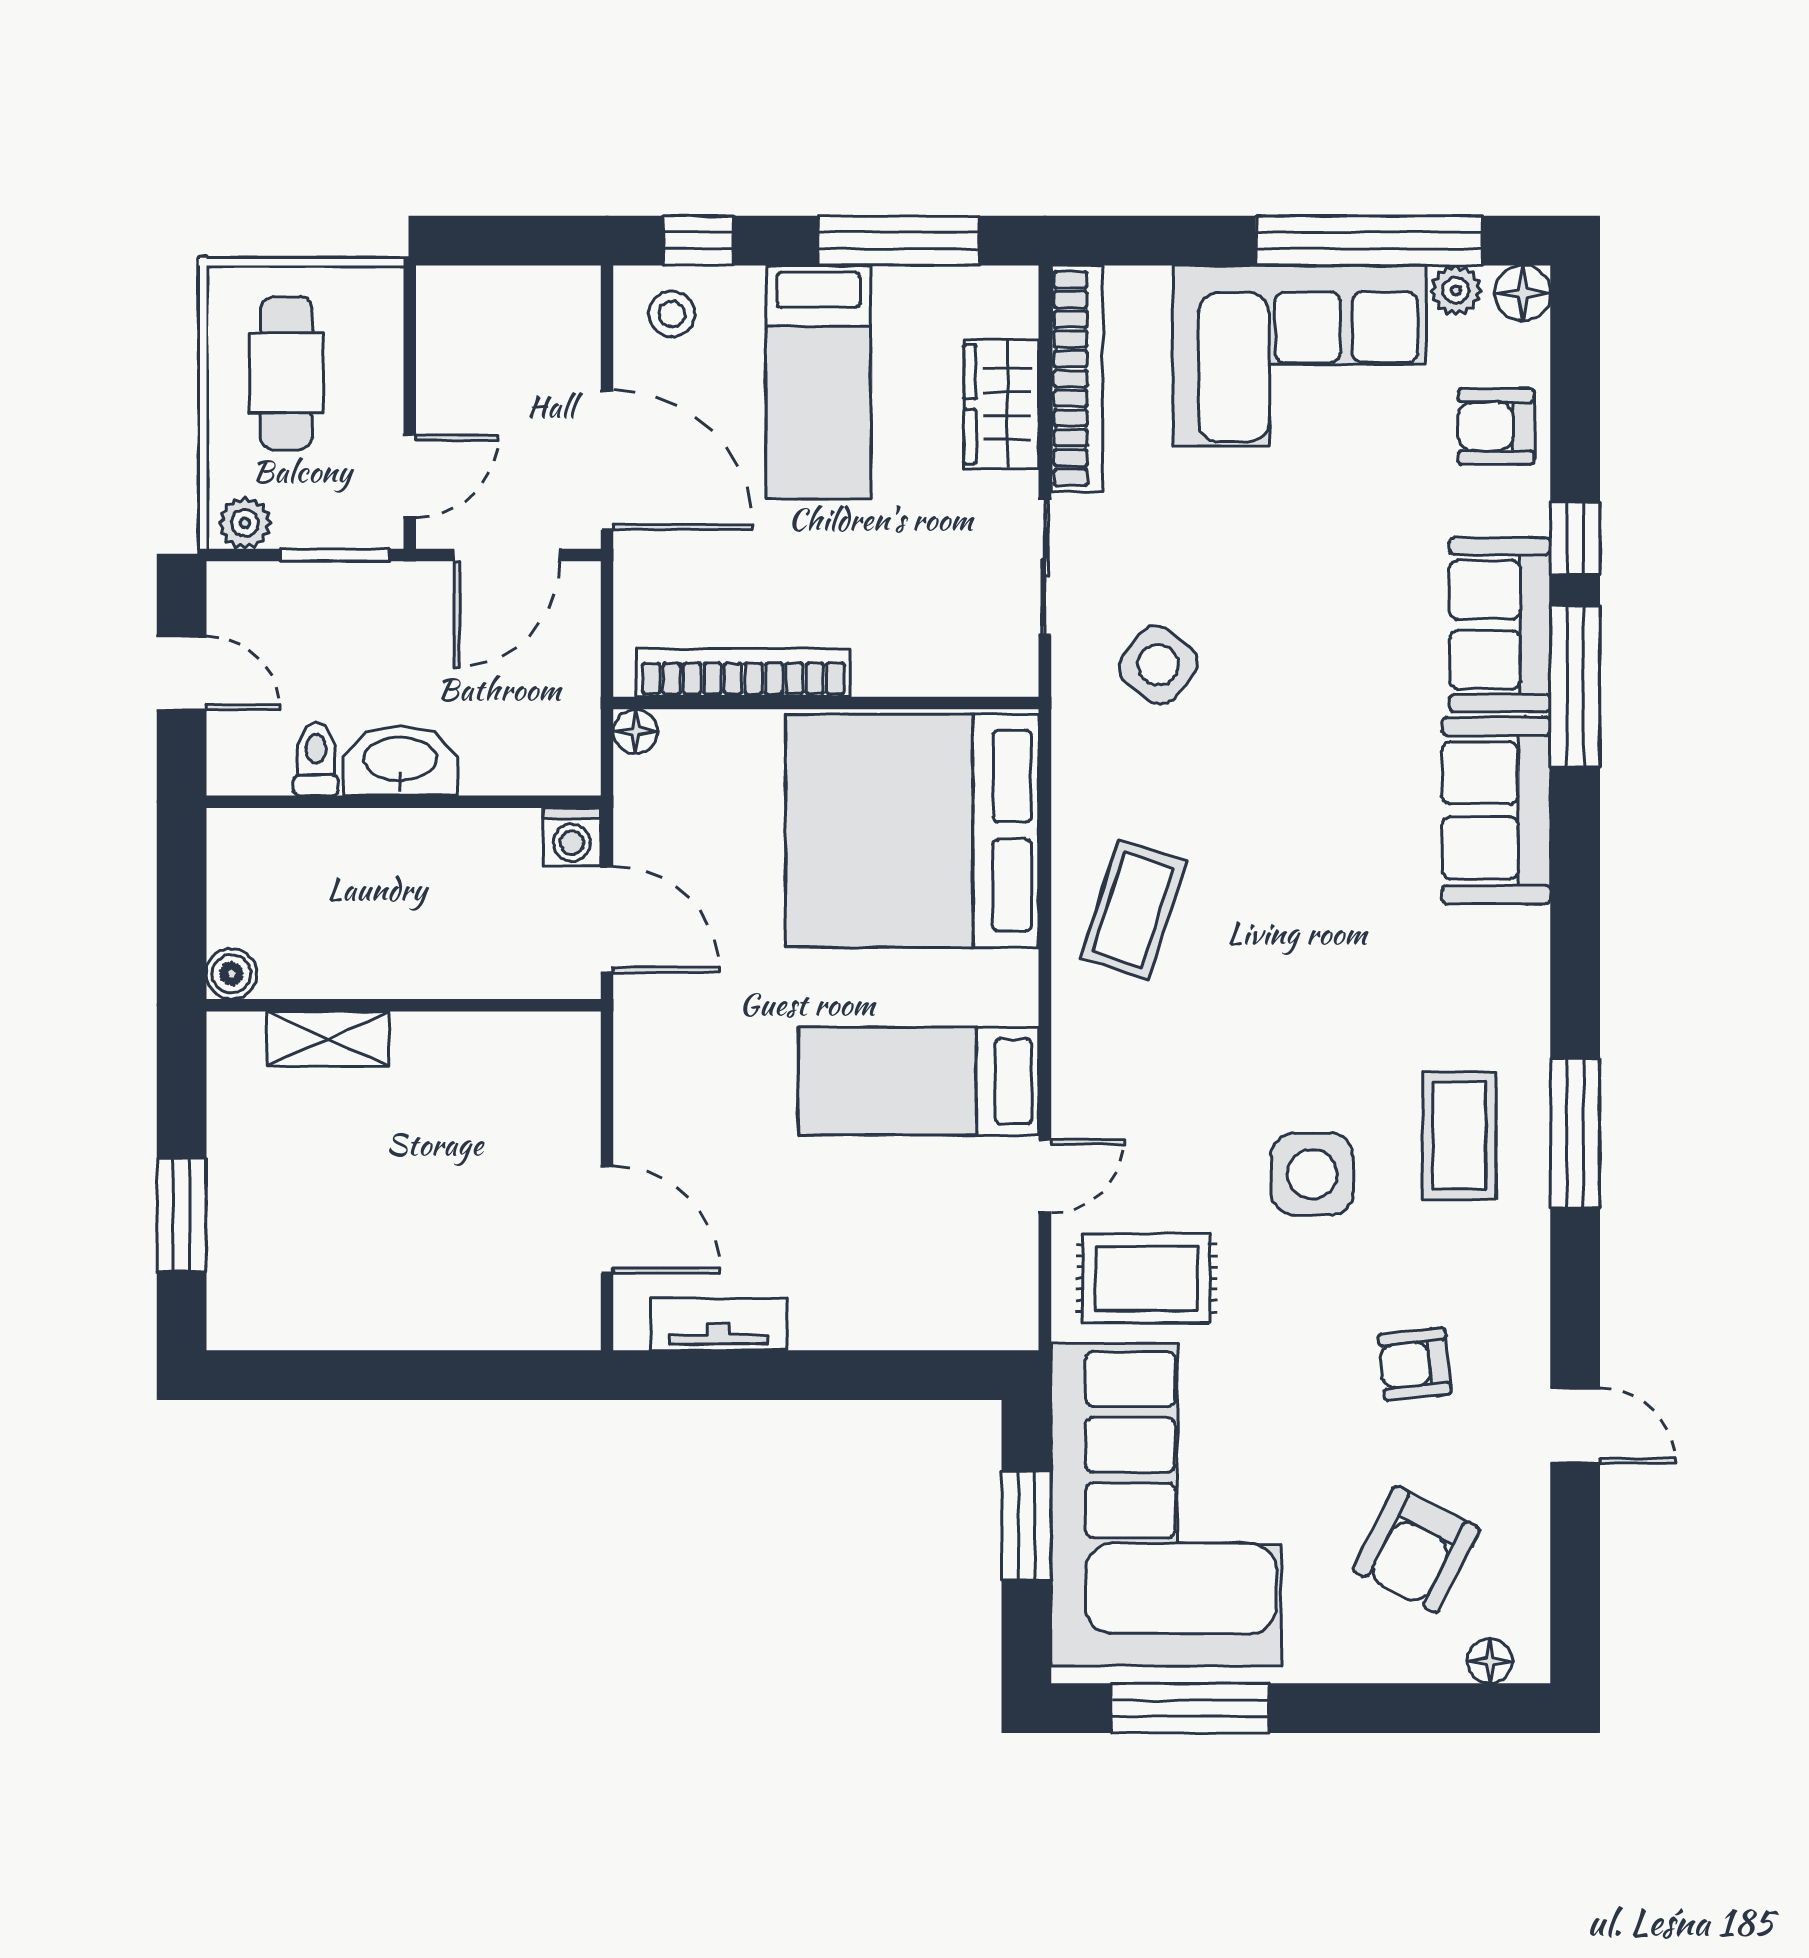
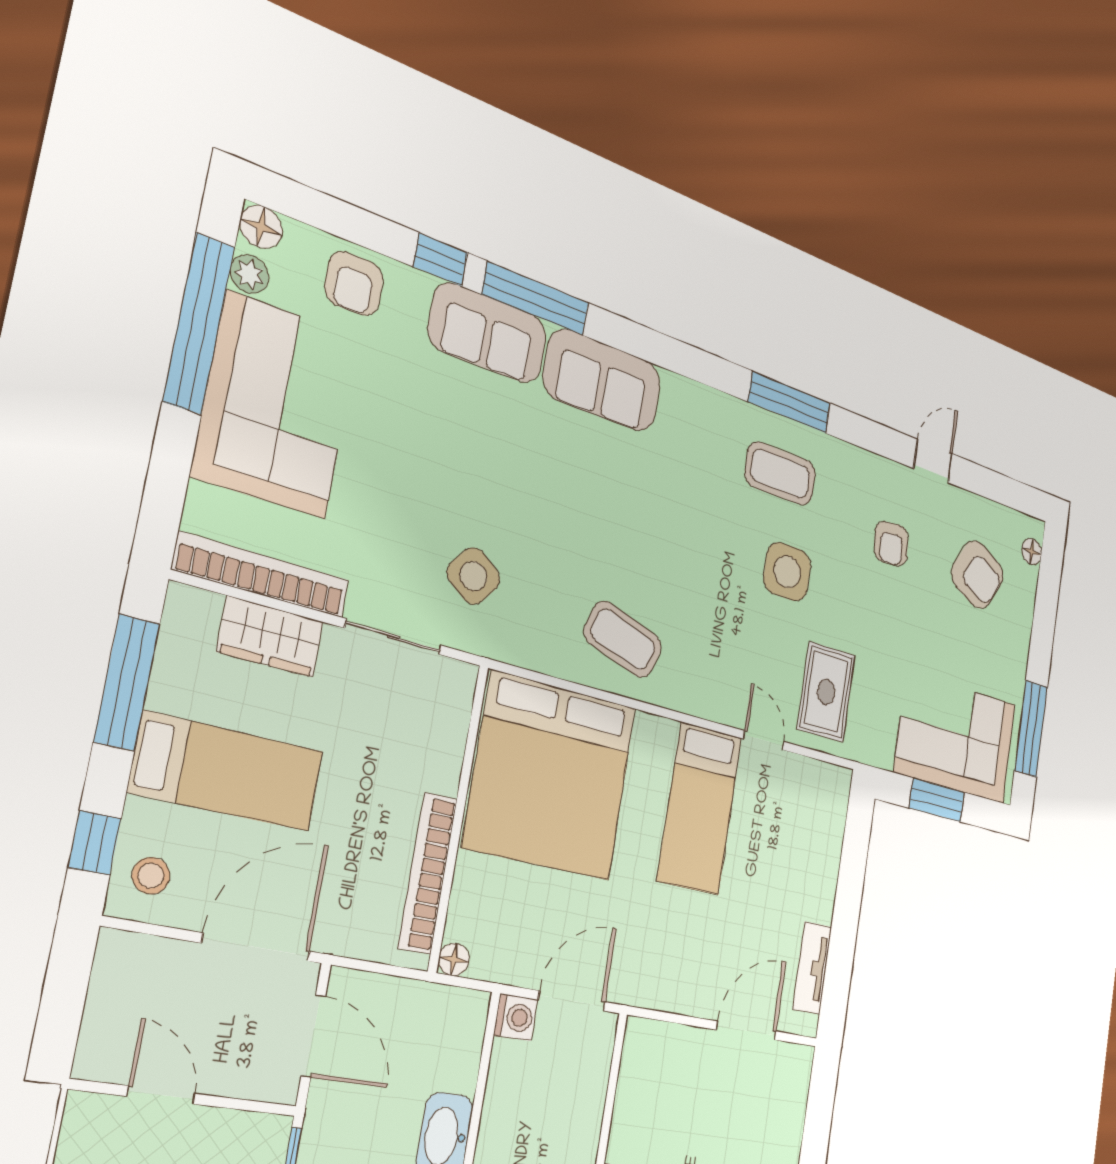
door: (410, 476) -> (161, 1095), moved
corner sofa: (1166, 1504) -> (955, 738), width x0.73, depth x0.74

